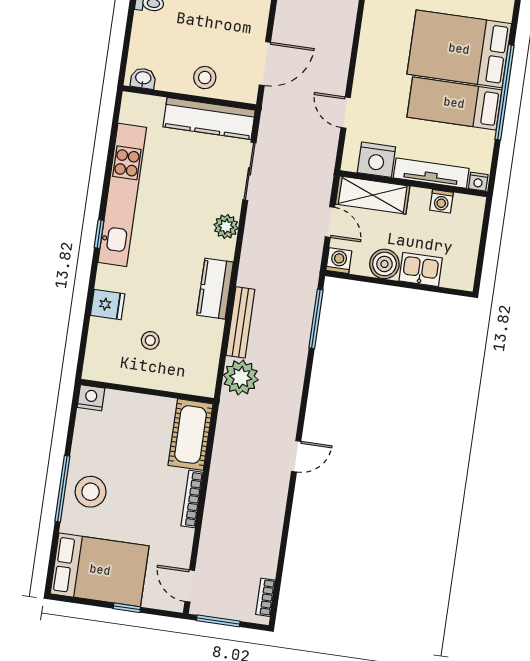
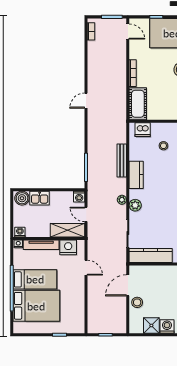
stool: (205, 78) -> (137, 302), moved
washing machine: (441, 201) -> (20, 232), moved
boiler: (384, 264) -> (22, 198), moved
plant: (241, 377) -> (122, 200), moved, width x0.53, depth x0.53
dishwasher: (189, 380) -> (143, 130), added

